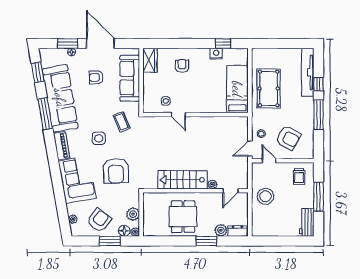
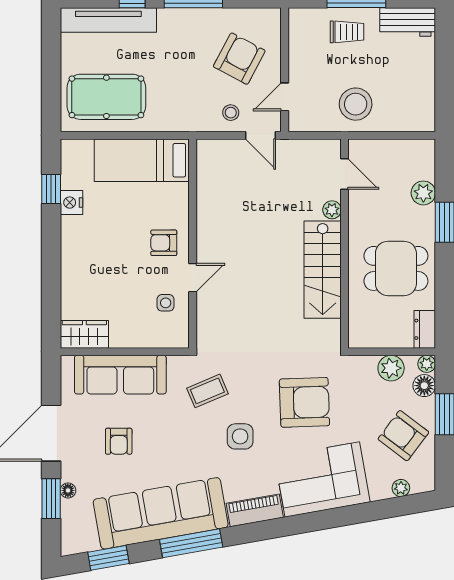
armchair: (182, 66) -> (164, 243), moved
pool table: (269, 88) -> (106, 97), moved
trolley: (299, 176) -> (347, 32), moved
dresser: (237, 231) -> (425, 329), moved

